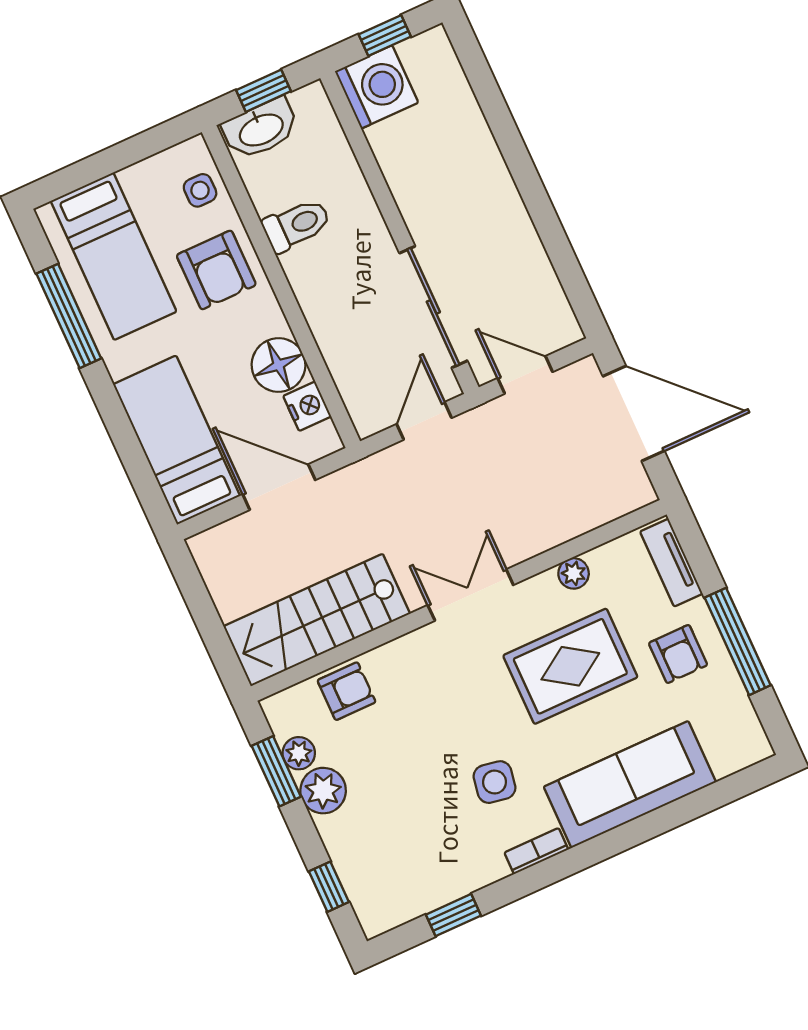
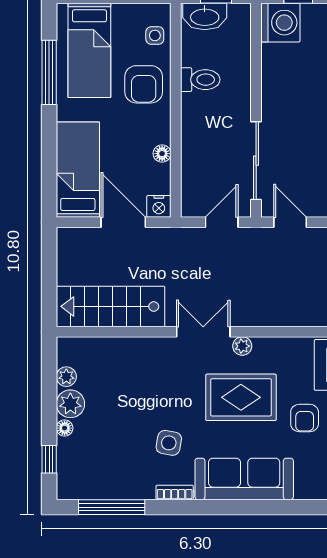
floor lamp: (278, 365) -> (162, 154), width x0.53, depth x0.53
nightstand: (307, 406) -> (159, 206), moved, turned 90
plant: (574, 573) -> (242, 346), moved
armchair: (347, 691) -> (109, 354), removed
window: (276, 771) -> (49, 381), removed
floor lamp: (331, 830) -> (65, 428), added
window: (453, 915) -> (112, 507), width x2.17

